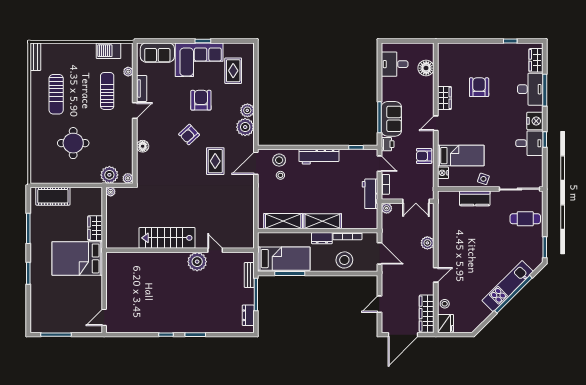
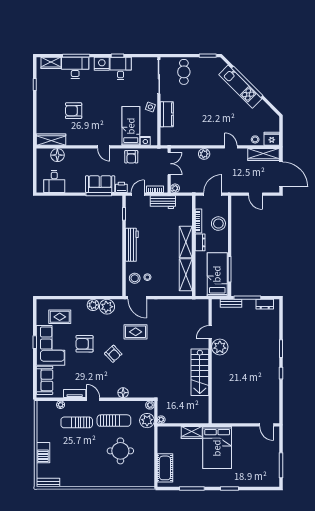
barbecue: (109, 51) -> (43, 453), moved
sun lounger: (56, 94) -> (114, 421), moved
wardrobe: (444, 98) -> (51, 140), moved, width x1.50

